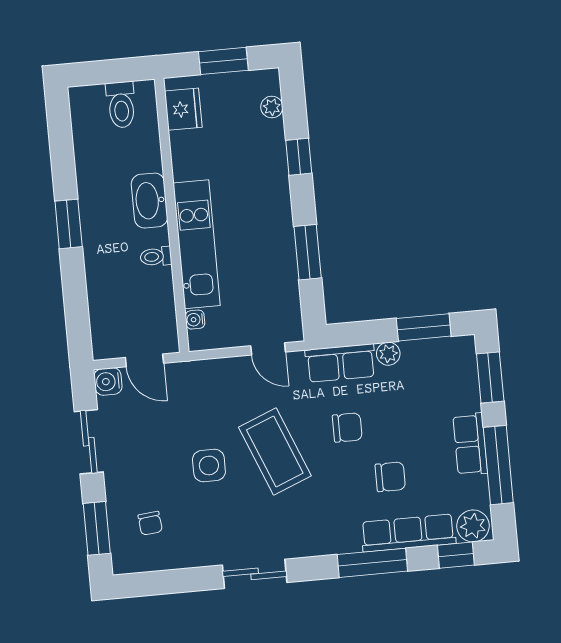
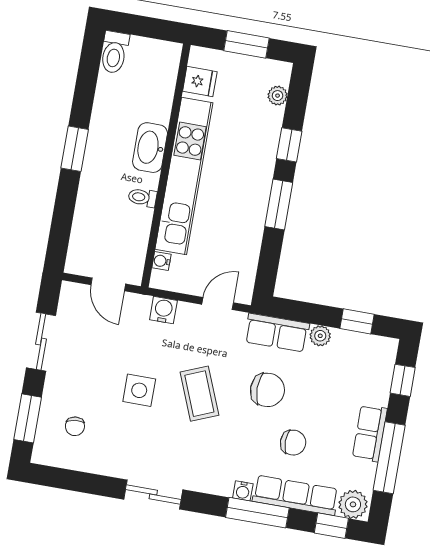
toilet: (121, 105) -> (114, 52), moved
fridge: (183, 109) -> (200, 81), width x0.72
kitchen unit: (197, 244) -> (184, 176), width x1.36
window: (308, 252) -> (279, 204), moved
window: (424, 327) -> (357, 321), width x0.67
door: (268, 349) -> (218, 303), swing flipped
window: (490, 377) -> (403, 380), width x0.67
water cooler: (108, 381) -> (163, 310), moved, turned 90
chair: (347, 427) -> (267, 390), width x1.37, depth x1.37
coffee table: (275, 451) -> (199, 394), width x0.73, depth x0.76
water cooler: (350, 544) -> (243, 491), added

